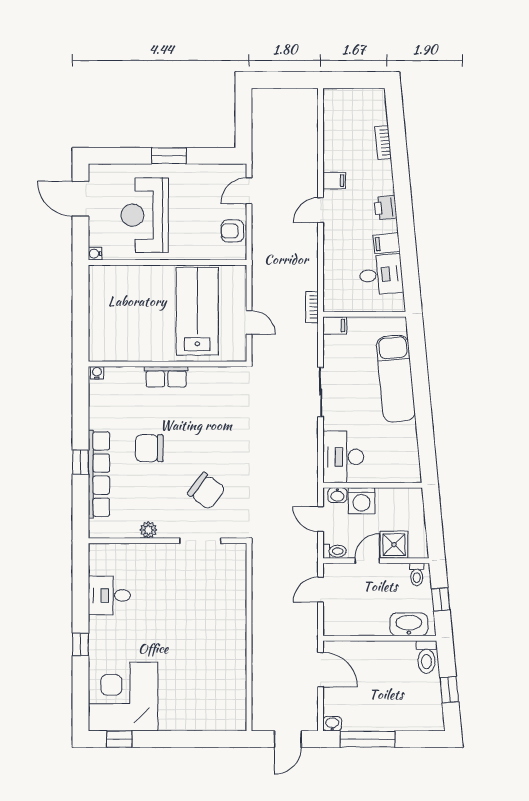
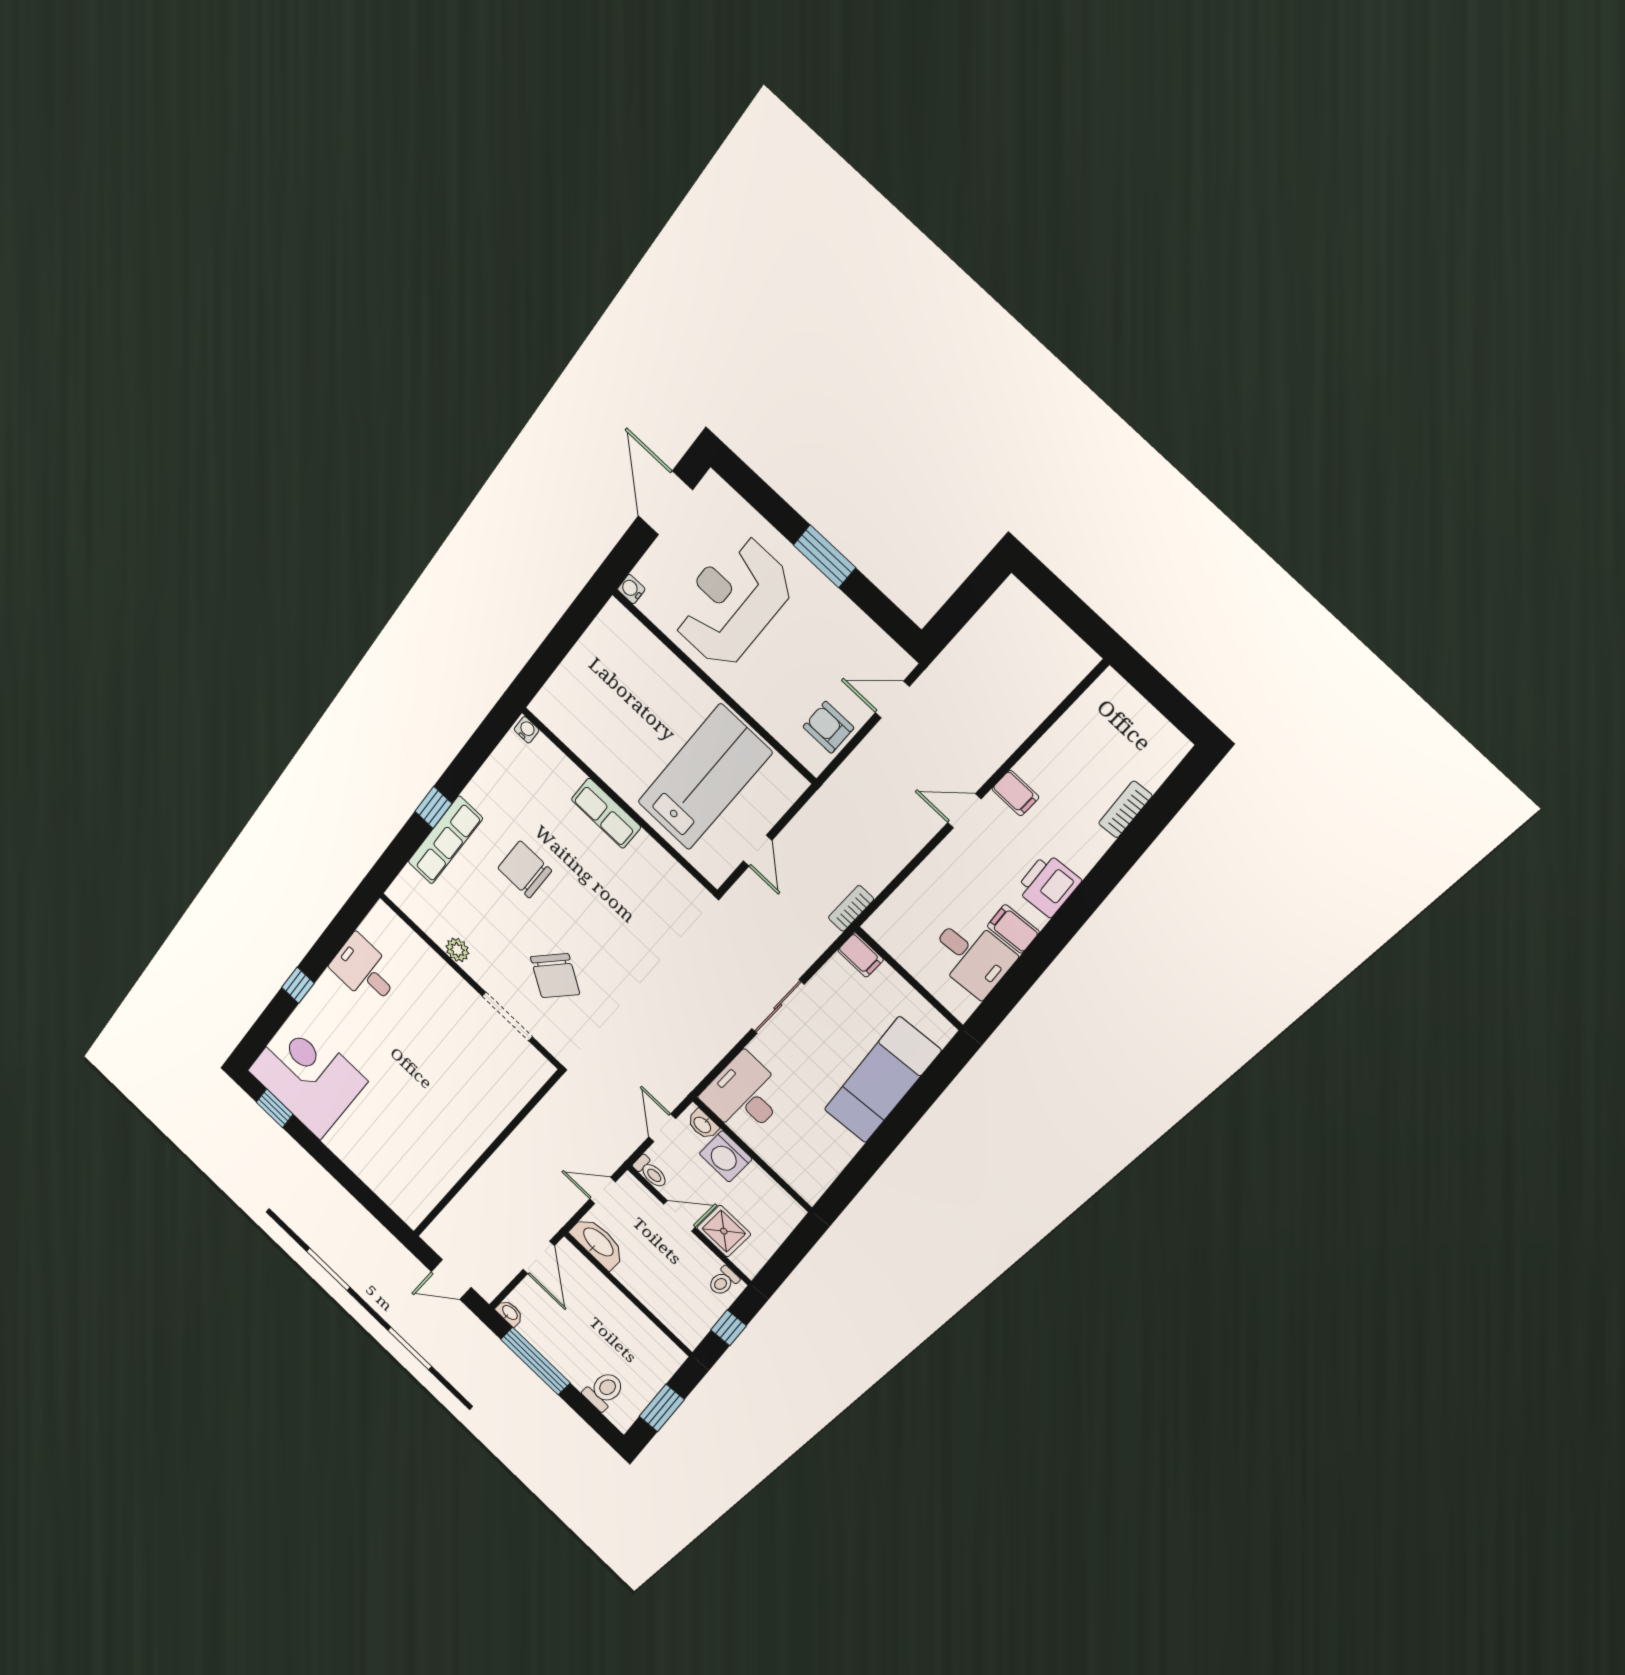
printer: (385, 208) -> (1048, 885), width x1.36, depth x1.24
row of seats: (99, 474) -> (445, 840), width x0.73
washbasin: (409, 624) -> (598, 1242), moved
toilet: (426, 657) -> (604, 1391), moved, turned 180
window: (449, 690) -> (662, 1408), width x1.50

